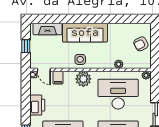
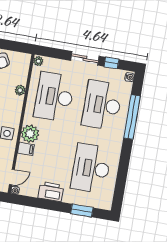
filing cabinet: (58, 78) -> (26, 149), moved

